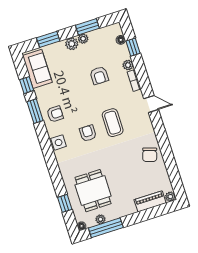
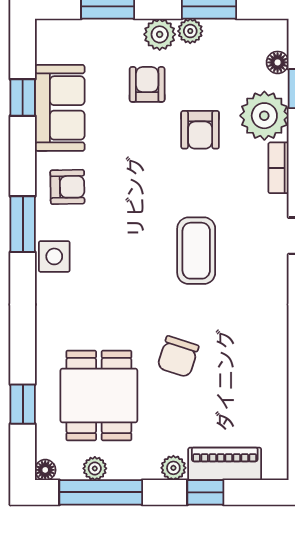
plant: (128, 65) -> (264, 116), width x1.87, depth x1.87
sofa: (37, 69) -> (60, 108), moved
window: (35, 111) -> (23, 224), moved
armchair: (88, 133) -> (147, 84), moved
chair: (150, 155) -> (178, 357), moved
plant: (170, 197) -> (173, 468), moved
window: (146, 215) -> (205, 492), added

